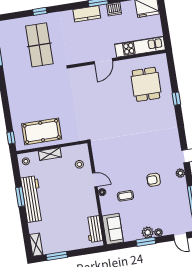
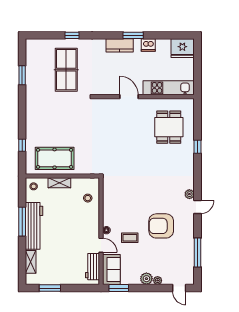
door: (103, 61) -> (129, 97), swing flipped
window: (11, 138) -> (22, 145), moved
plant: (180, 173) -> (189, 194), moved
door: (95, 180) -> (101, 245), moved
armchair: (154, 180) -> (161, 226), width x1.88, depth x1.88
window: (20, 197) -> (22, 222), width x1.44
window: (146, 242) -> (119, 288), moved
shelving: (36, 245) -> (31, 262), moved

